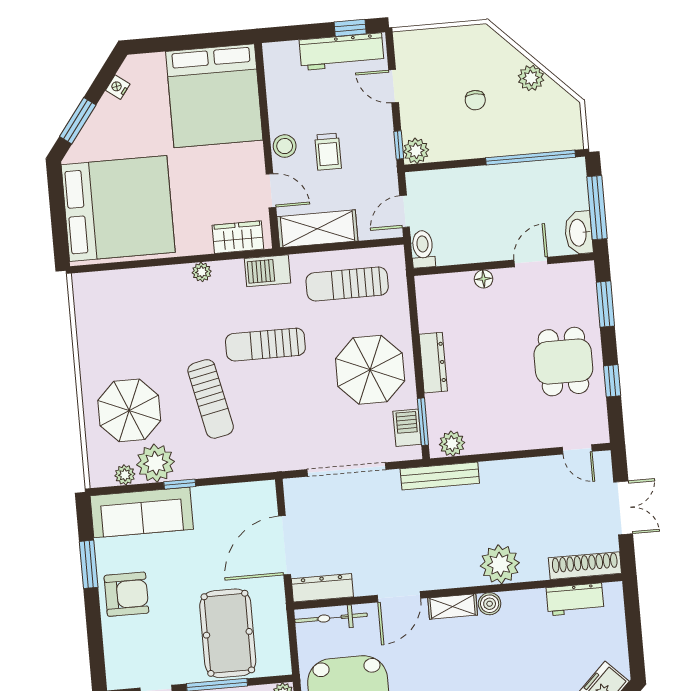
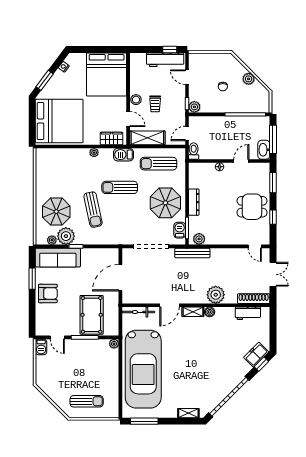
dining table: (563, 362) -> (252, 207), turned 90
dresser: (322, 588) -> (136, 298), removed

